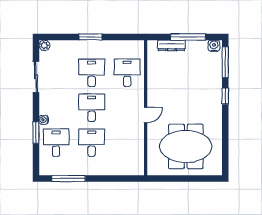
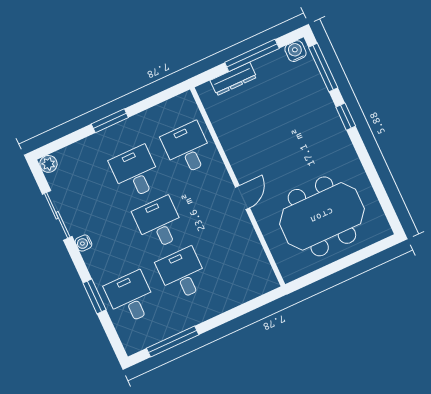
water cooler: (44, 120) -> (83, 243), moved

